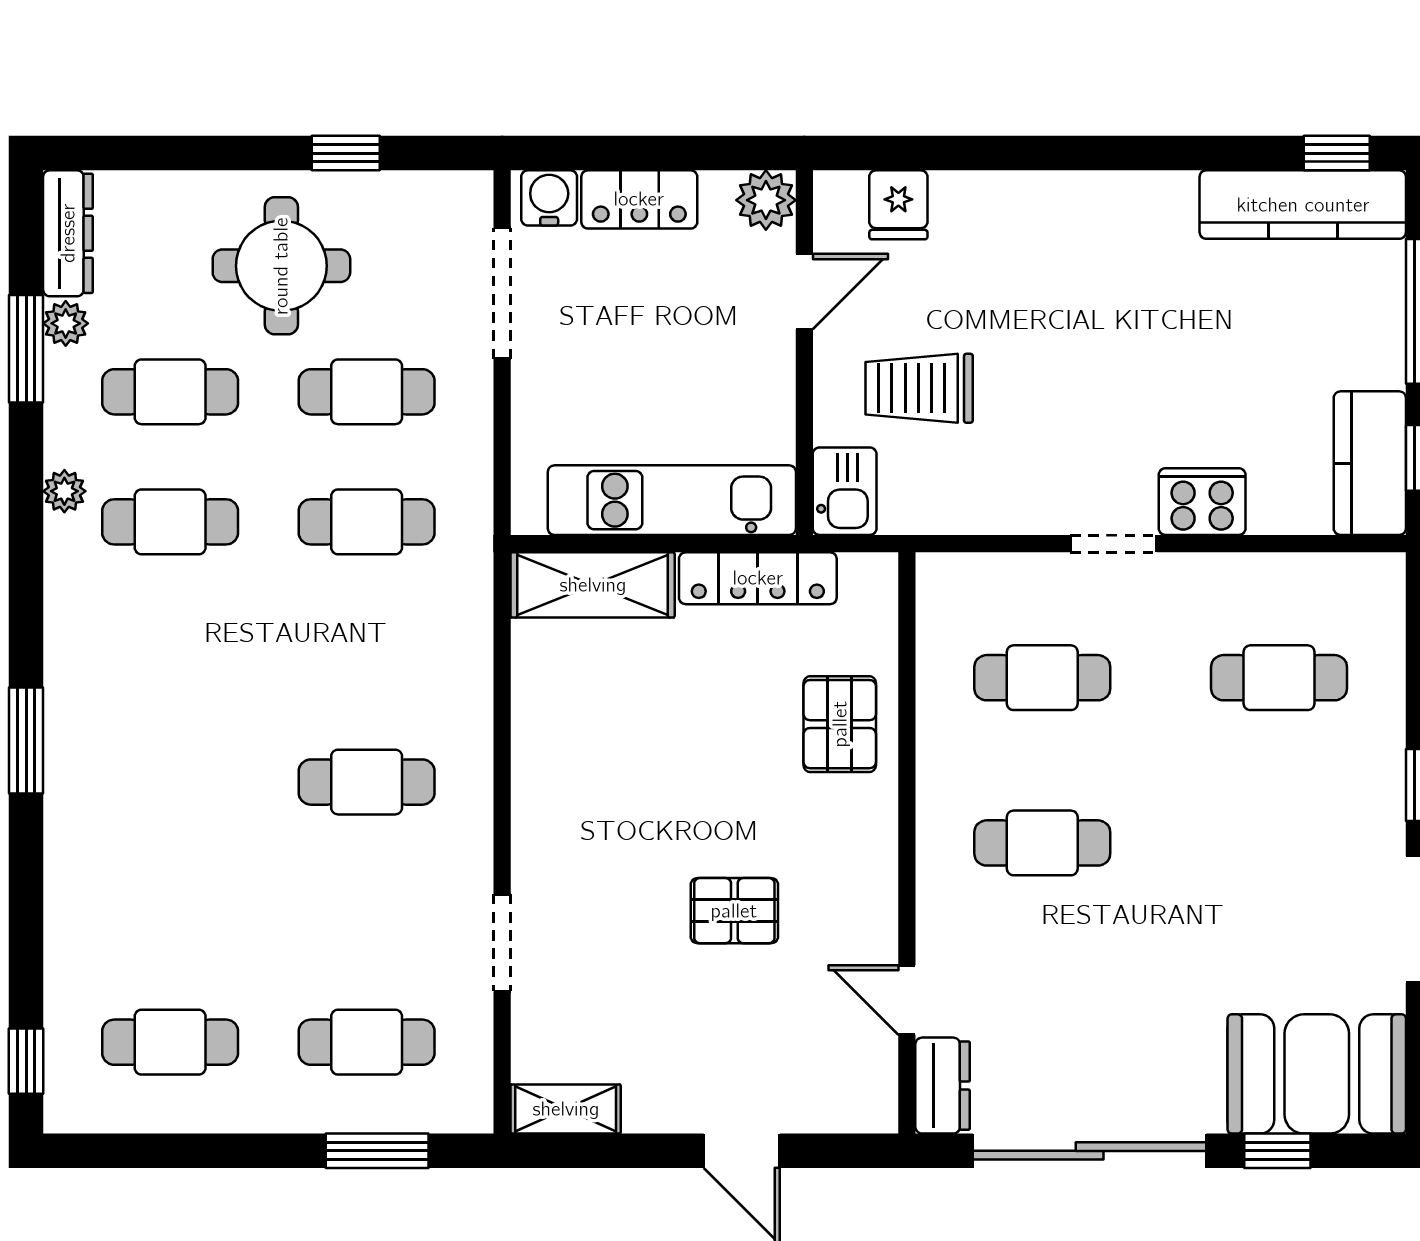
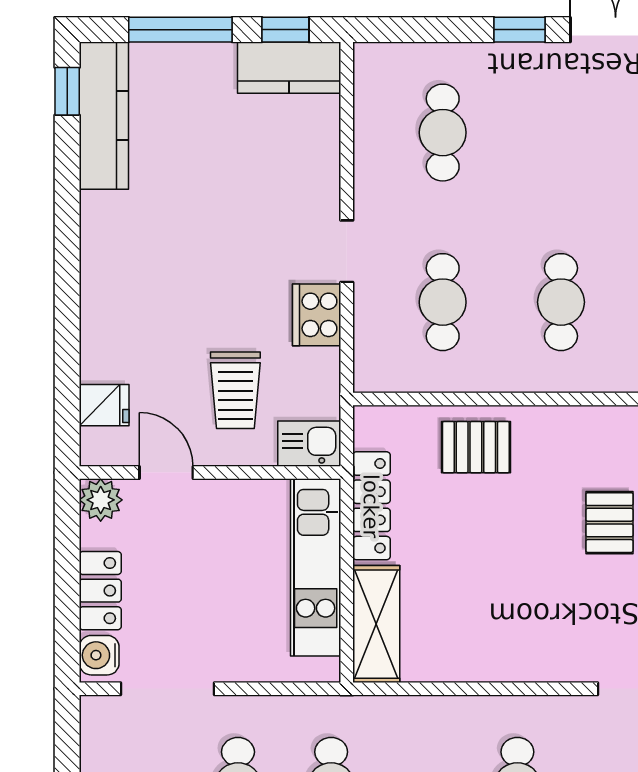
cooker: (1202, 502) -> (317, 315), moved

